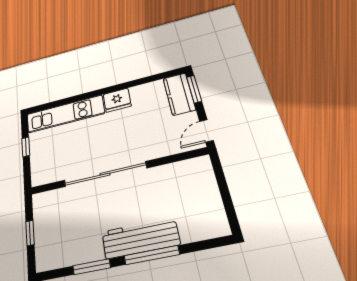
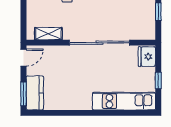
fridge: (117, 100) -> (147, 57), moved, turned -90
shelving: (179, 170) -> (48, 34), added

